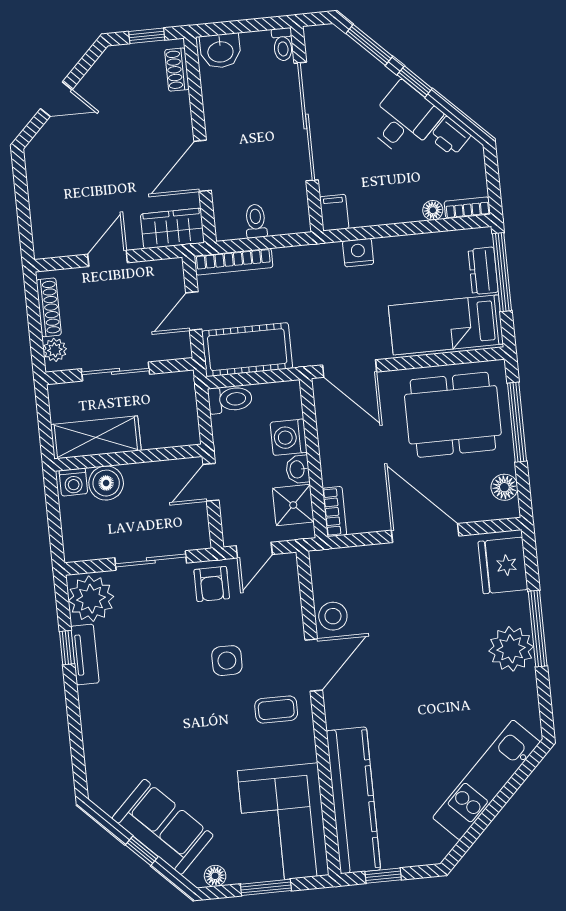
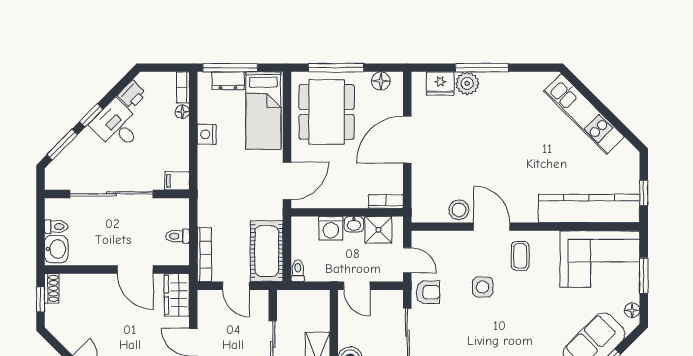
toilet: (283, 44) -> (56, 227), moved
shoe rack: (177, 70) -> (52, 288), moved, turned -90
nightstand: (358, 253) -> (207, 134), moved
toilet: (230, 399) -> (298, 271), width x0.73, depth x0.72
fridge: (503, 565) -> (440, 84), width x0.73, depth x0.75
plant: (511, 649) -> (467, 83), moved, width x0.73, depth x0.73

